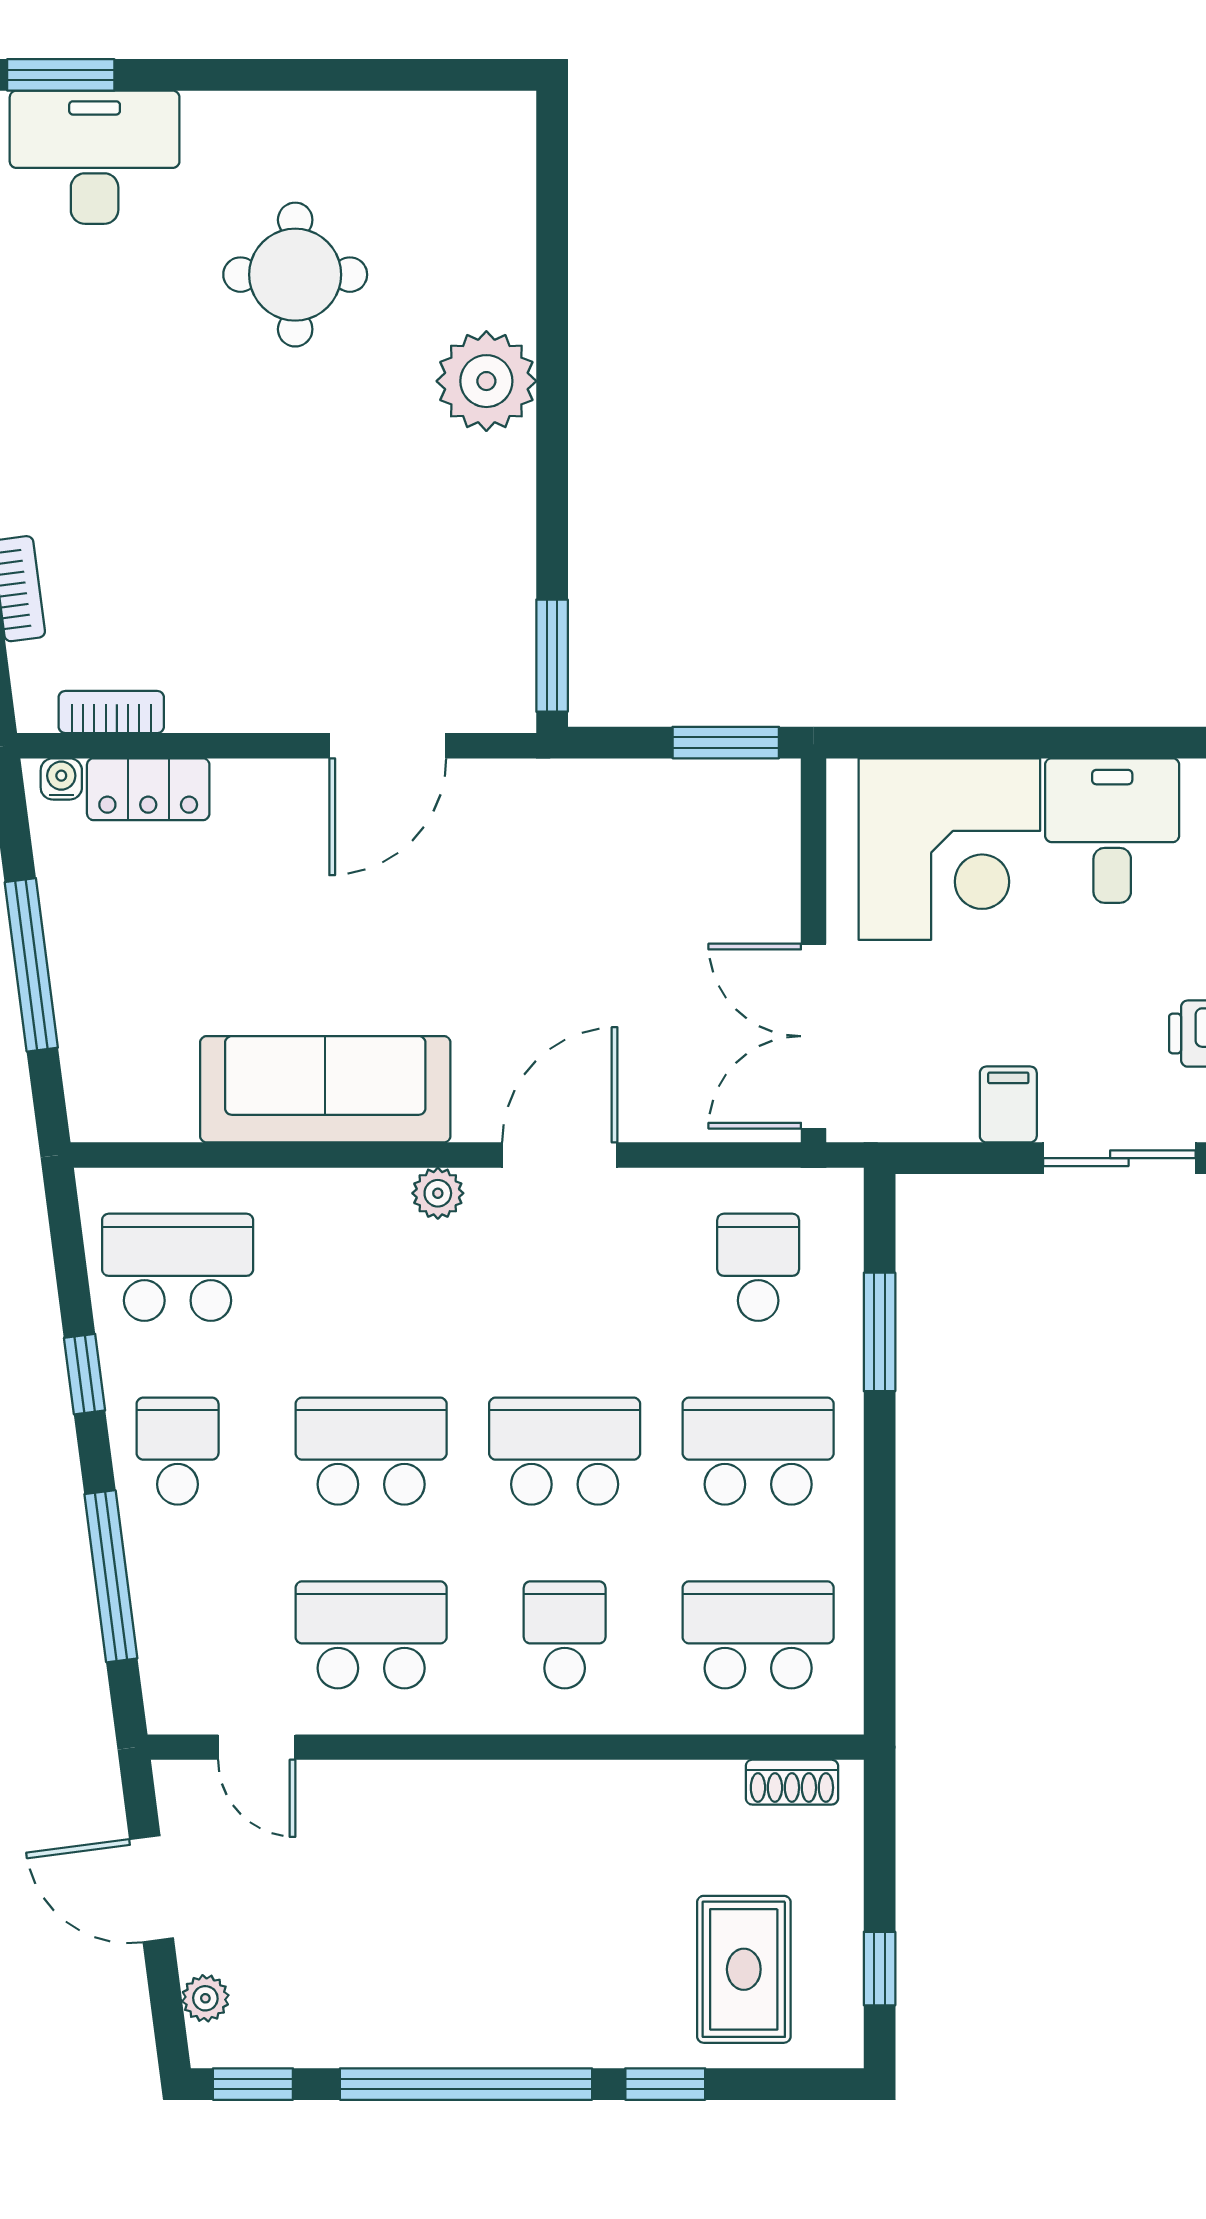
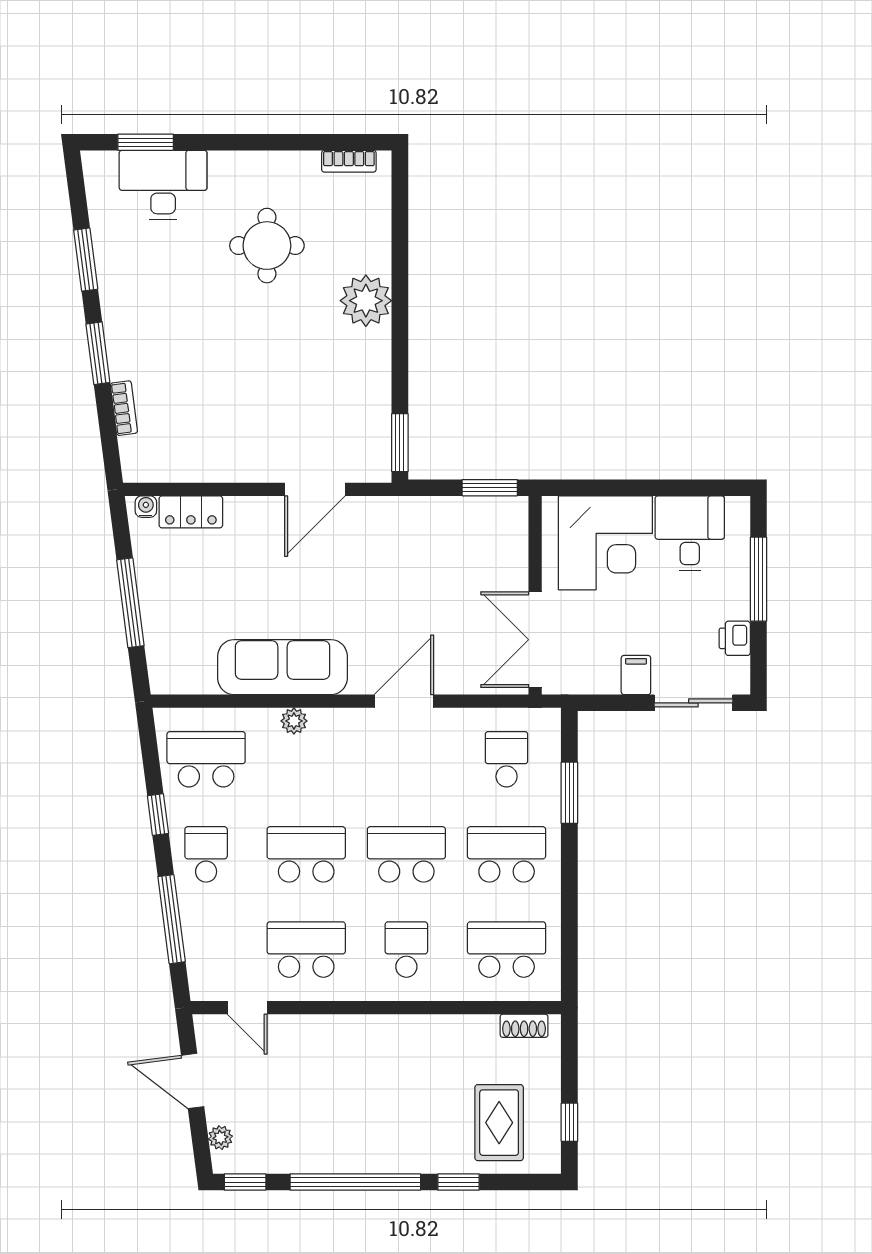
bookcase: (111, 712) -> (349, 161), moved, turned 180
plant: (438, 1193) -> (294, 721), moved

